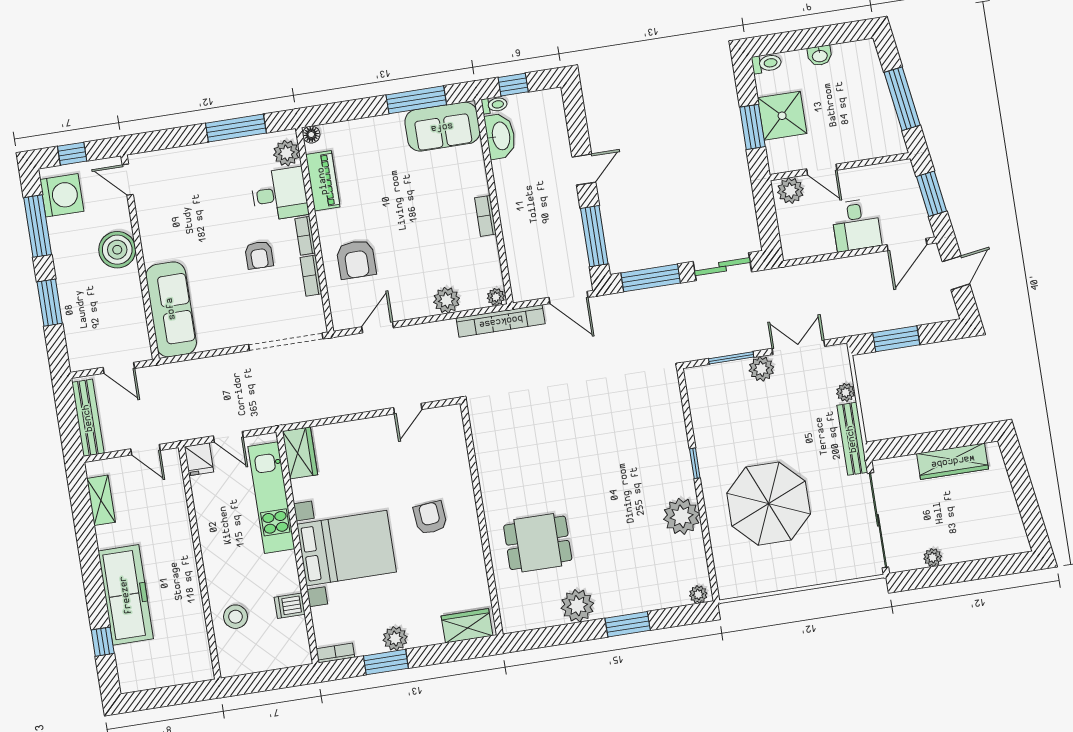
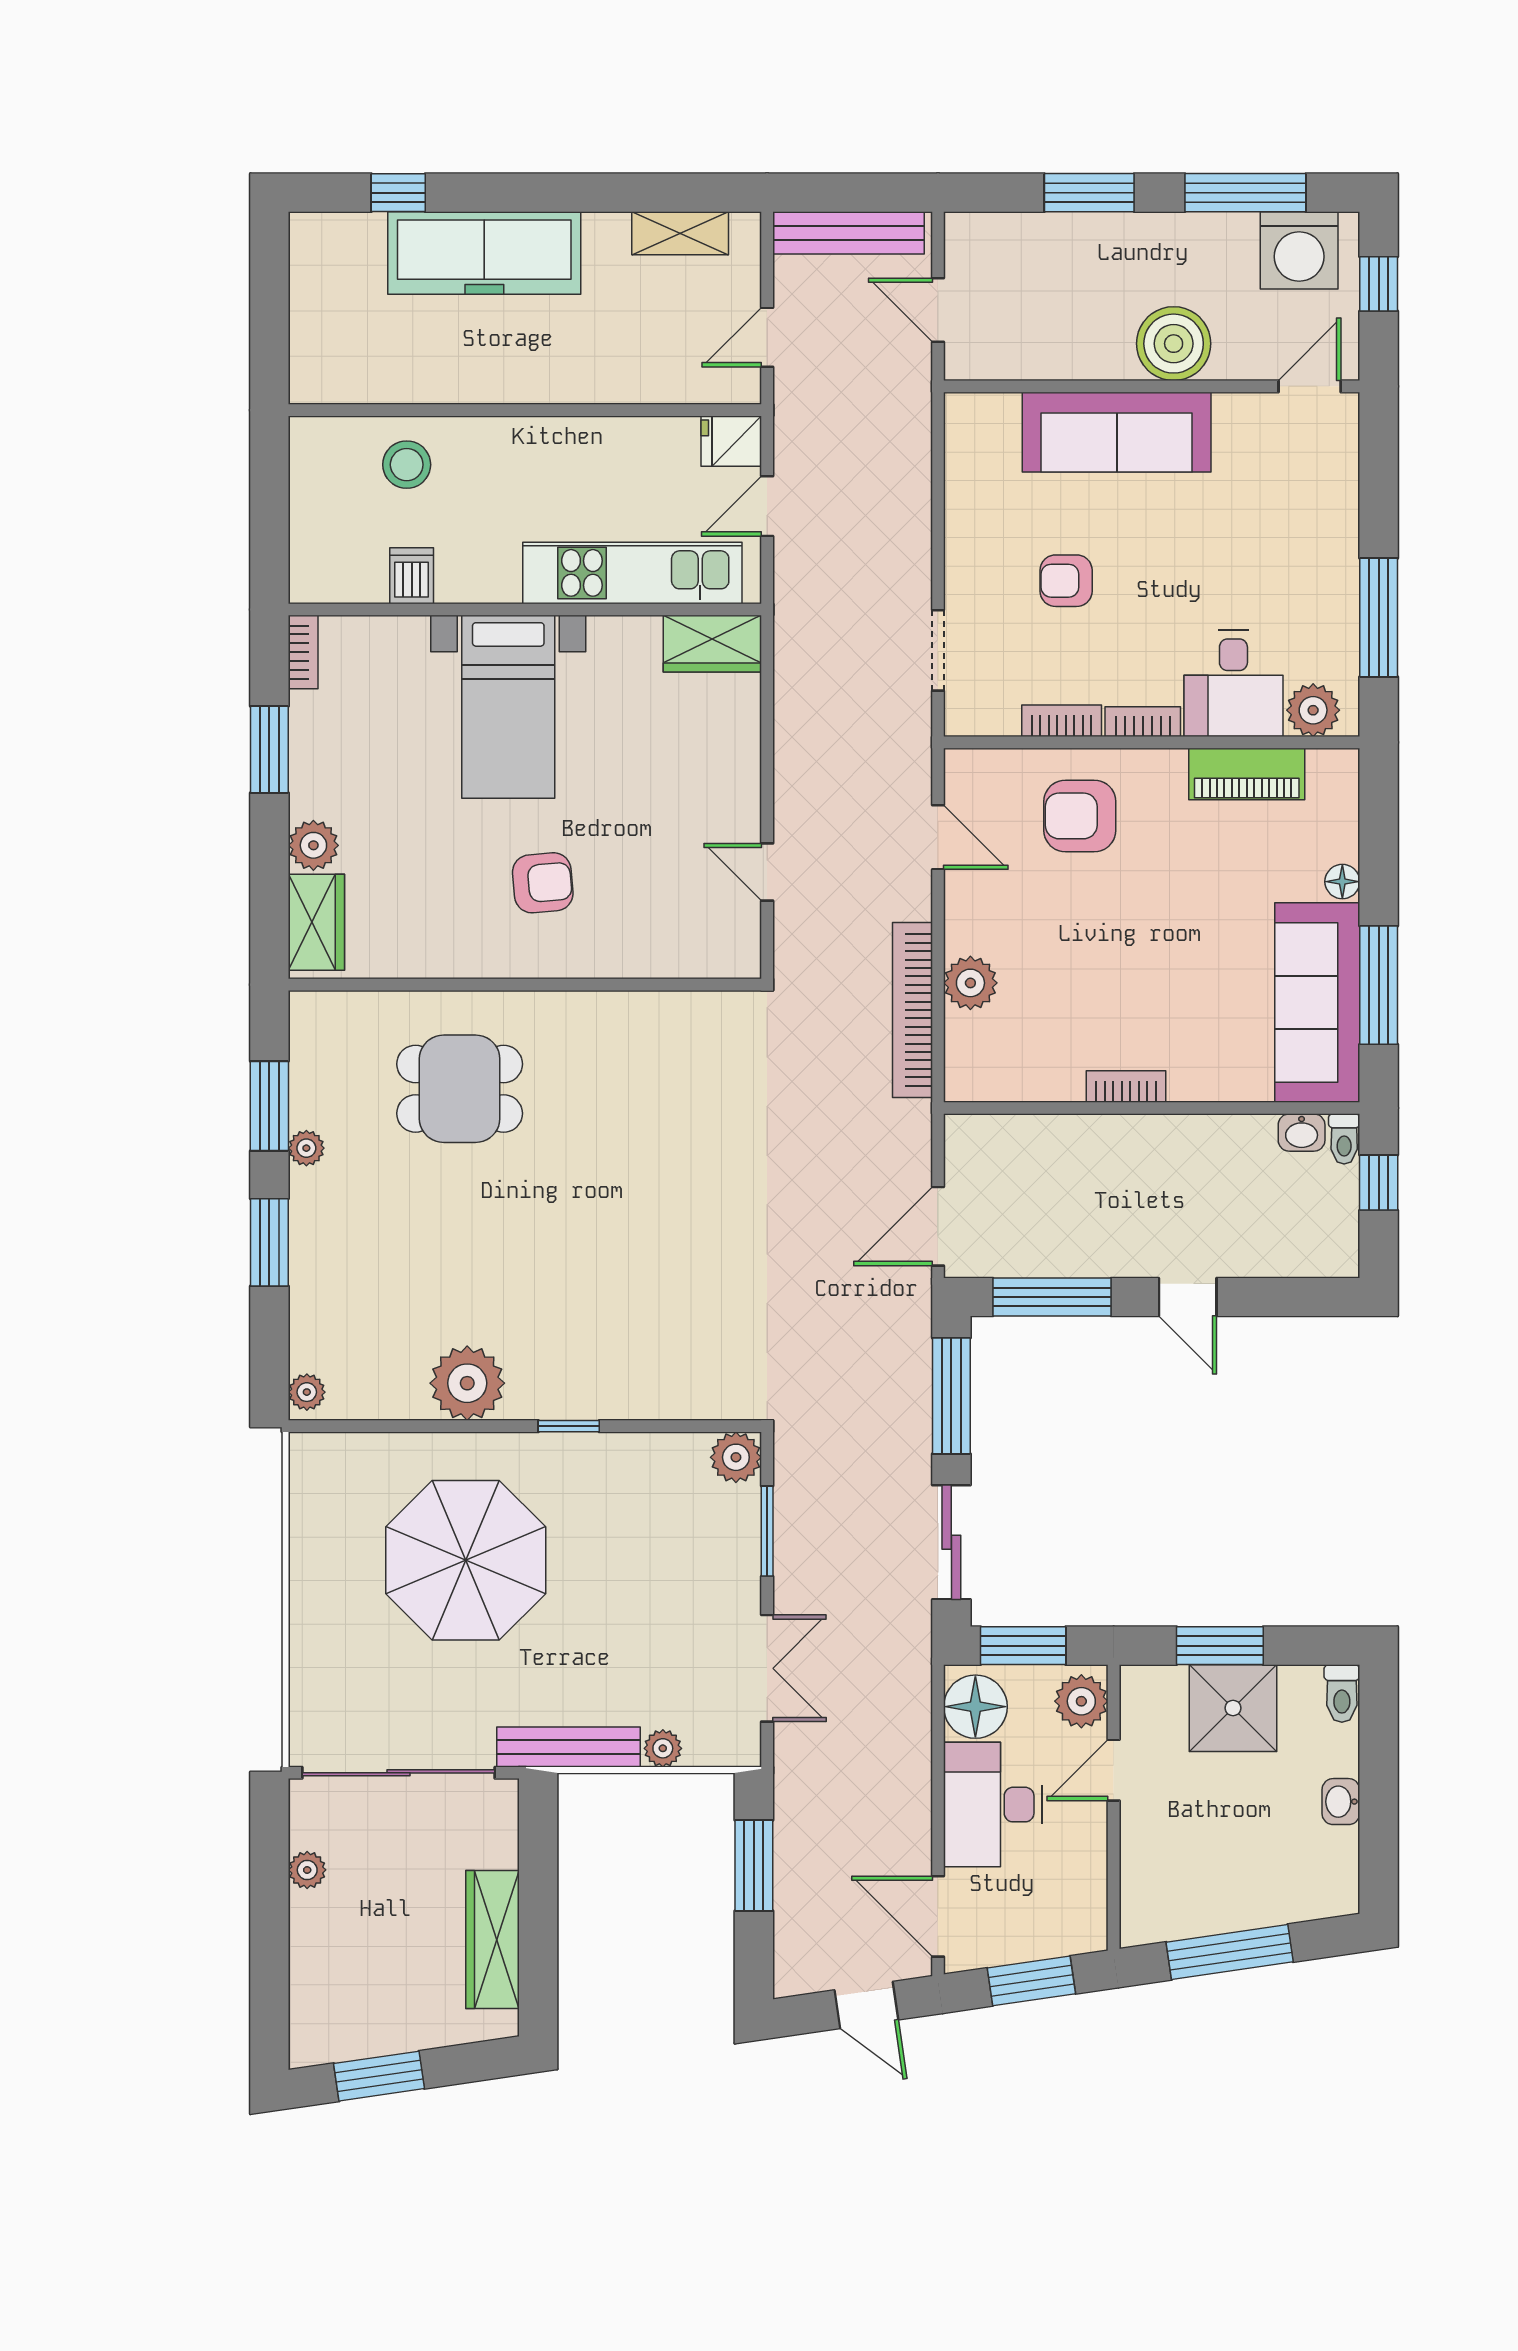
sofa: (442, 127) -> (1317, 1003), width x1.36
floor lamp: (311, 135) -> (1342, 882), moved
washbasin: (500, 136) -> (1302, 1133), width x0.52, depth x0.69
window: (768, 223) -> (1023, 1646), added
desk: (856, 225) -> (993, 1805), width x1.37
floor lamp: (801, 242) -> (975, 1707), added
armchair: (259, 255) -> (1066, 581), moved
plant: (496, 297) -> (962, 1082), removed
sofa: (171, 309) -> (1117, 432), moved
bookcase: (501, 321) -> (912, 1010), moved
doorway: (286, 342) -> (938, 650), width x0.53
door: (119, 368) -> (938, 310), hinge flipped
plant: (761, 369) -> (736, 1457), moved
window: (1028, 506) -> (379, 2076), added
dining table: (538, 543) -> (460, 1089), turned 90
bed with nightstands: (347, 548) -> (508, 707), width x0.73
plant: (577, 606) -> (306, 1148), width x0.53, depth x0.53
window: (561, 635) -> (269, 1106), added
plant: (395, 639) -> (313, 845), moved

